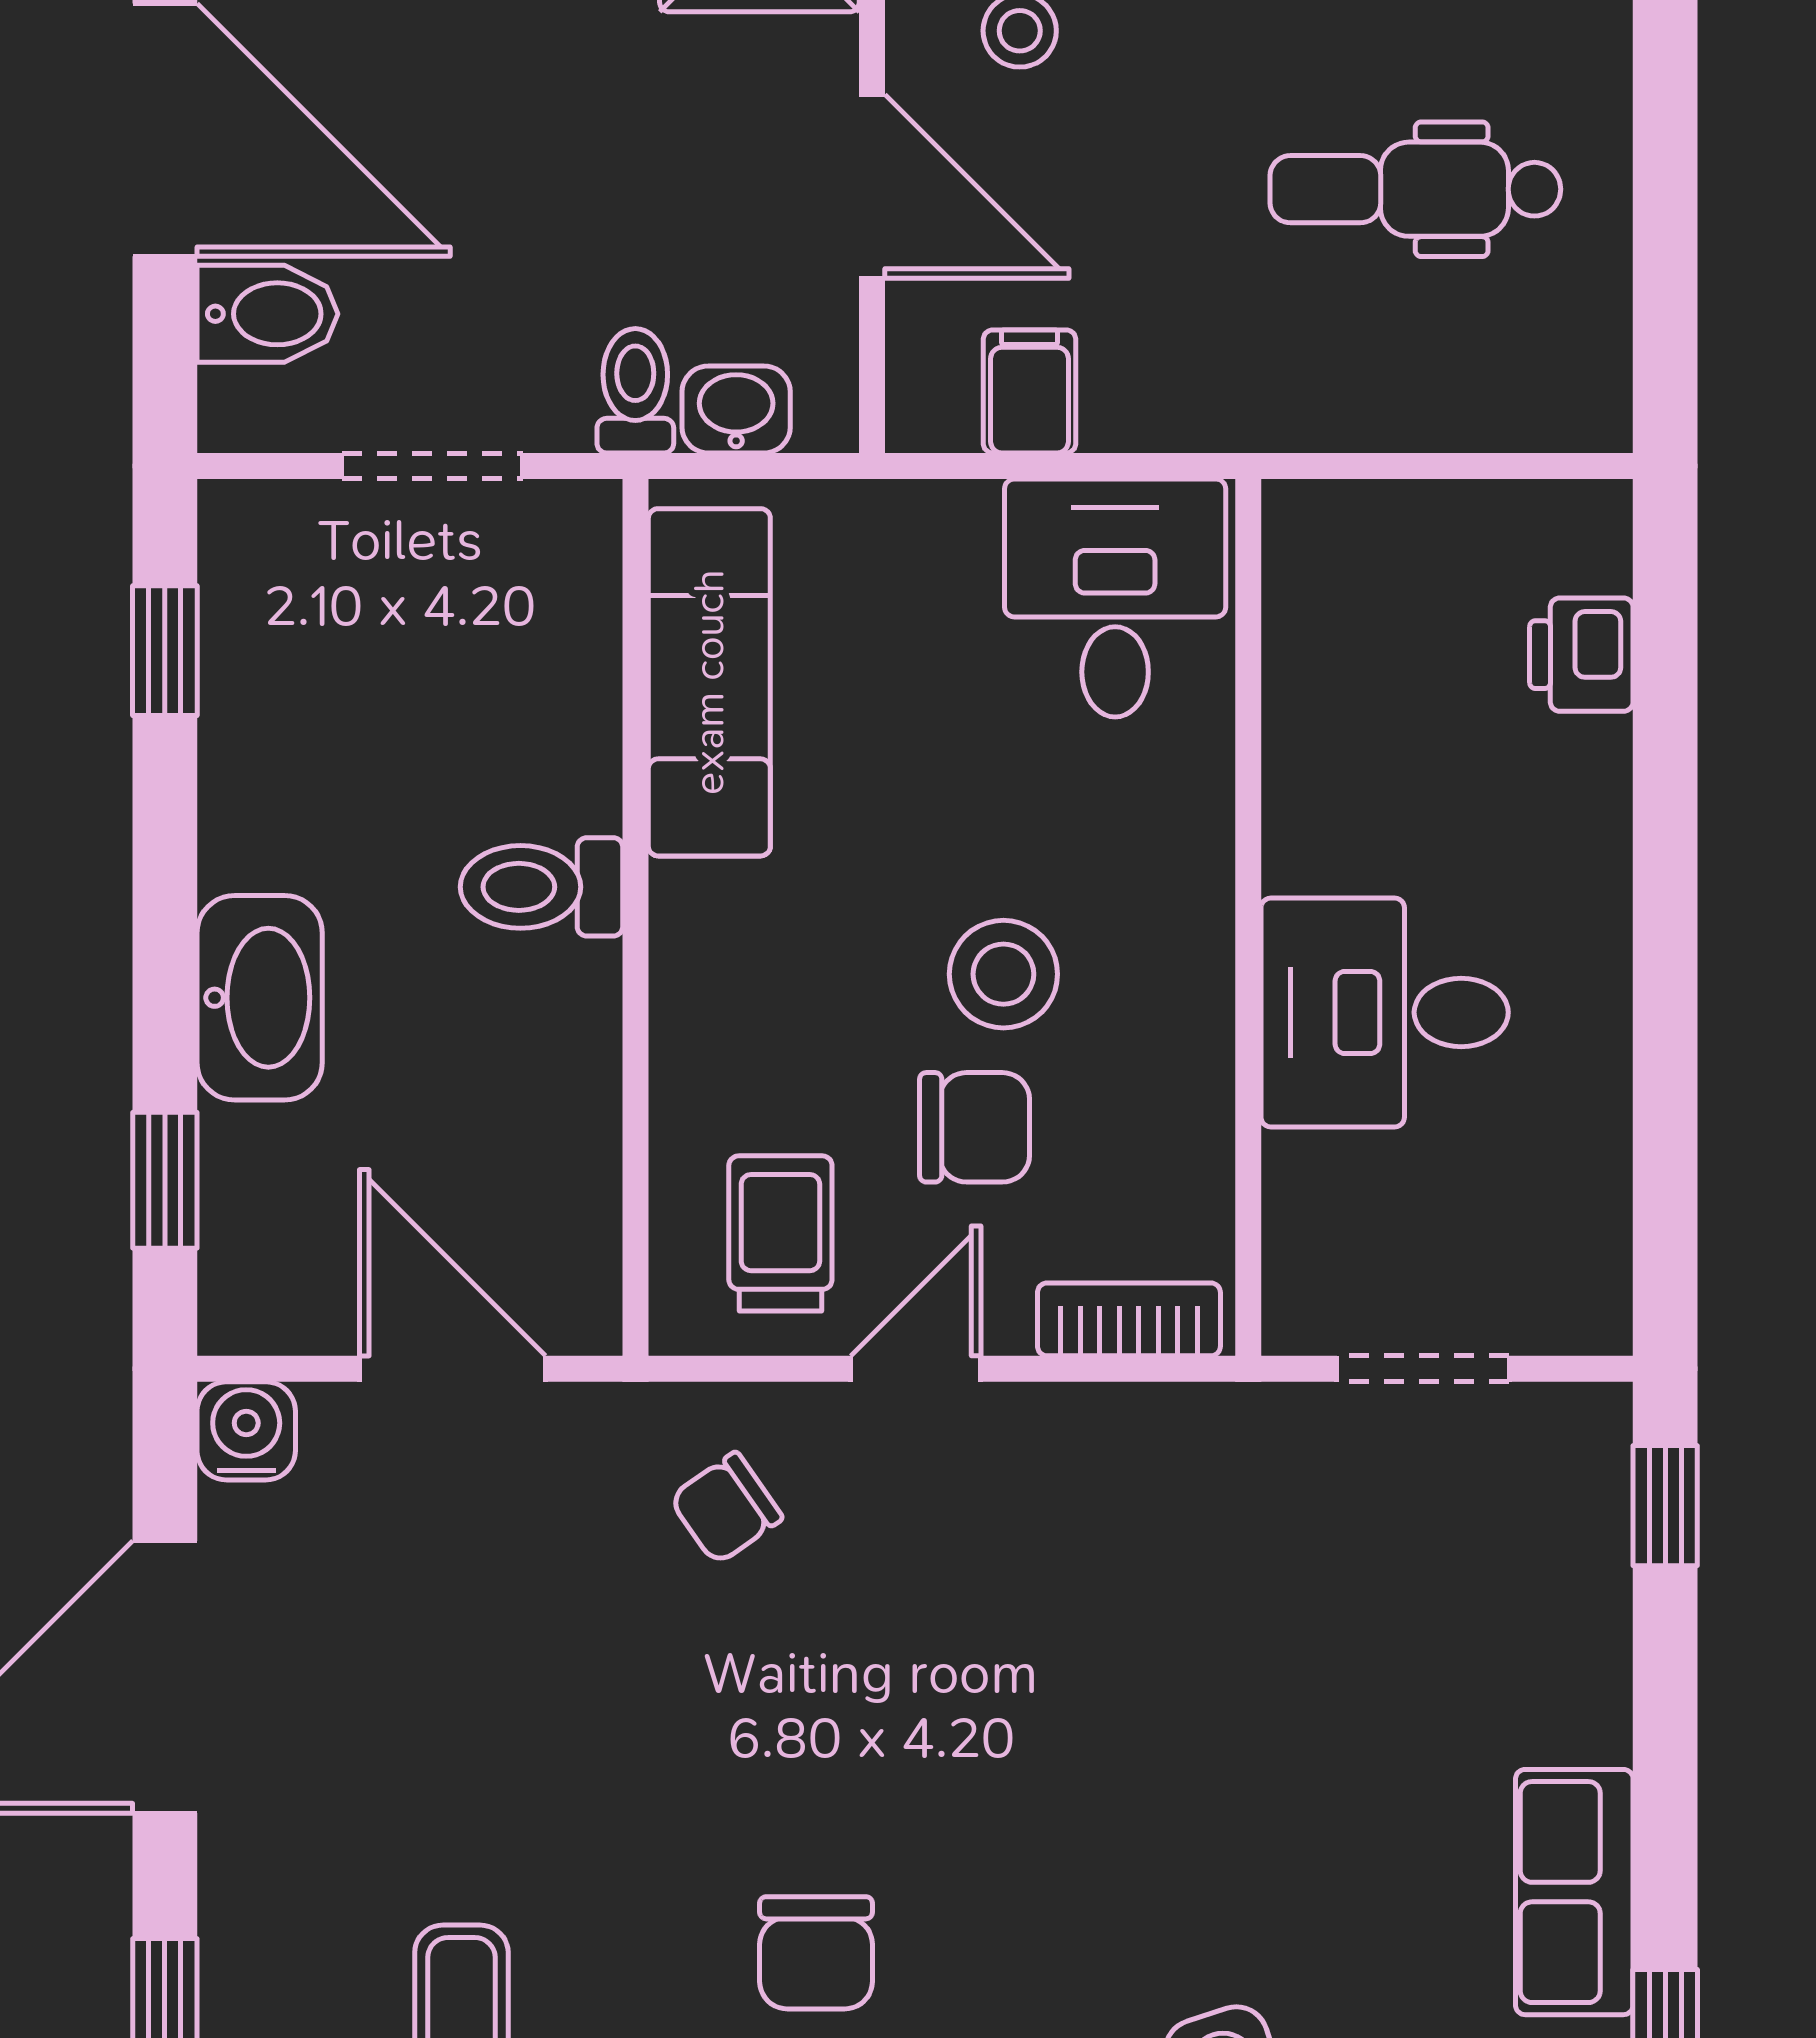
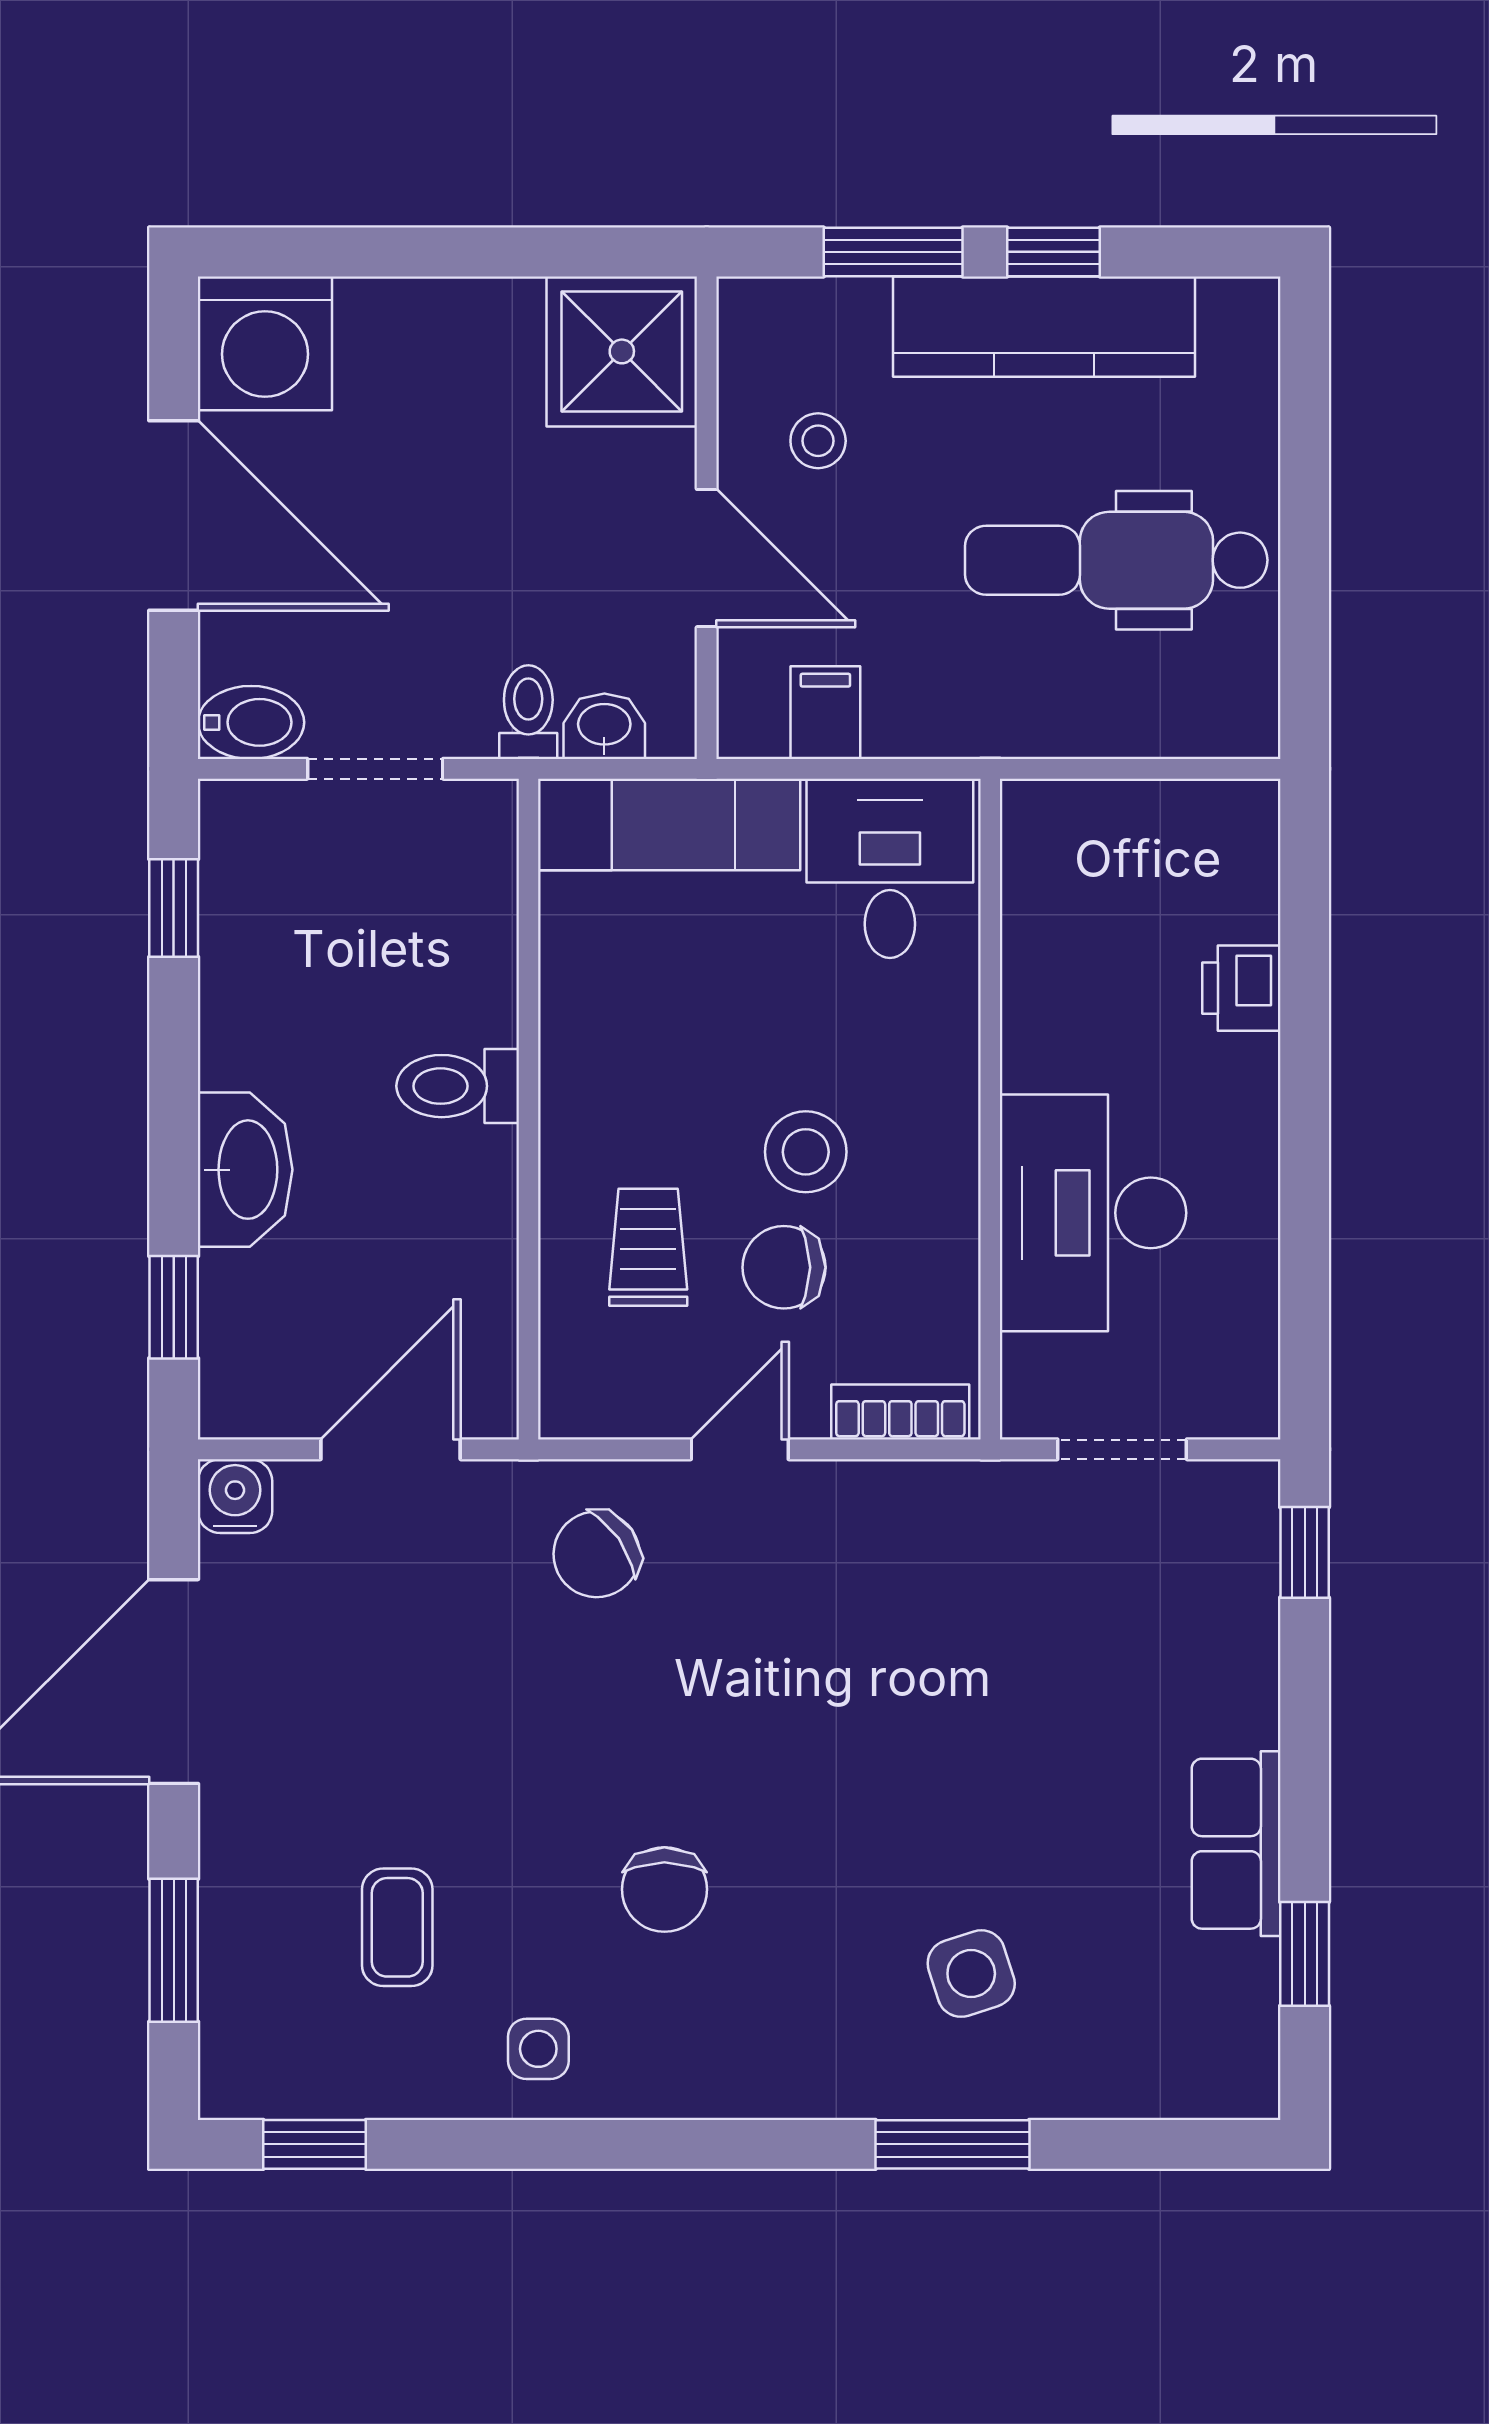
dental chair: (1415, 189) -> (1116, 560), width x1.36, depth x1.38
bidet: (267, 314) -> (251, 722), moved
printer: (1581, 655) -> (1241, 988), moved
exam couch: (709, 682) -> (669, 824), moved, turned 90
desk: (1385, 1012) -> (1093, 1213), width x1.37
chair: (975, 1127) -> (784, 1267), turned 180
trolley: (780, 1233) -> (648, 1247), moved
door: (453, 1369) -> (391, 1449), hinge flipped
chair: (726, 1508) -> (597, 1554), width x1.37, depth x1.37

